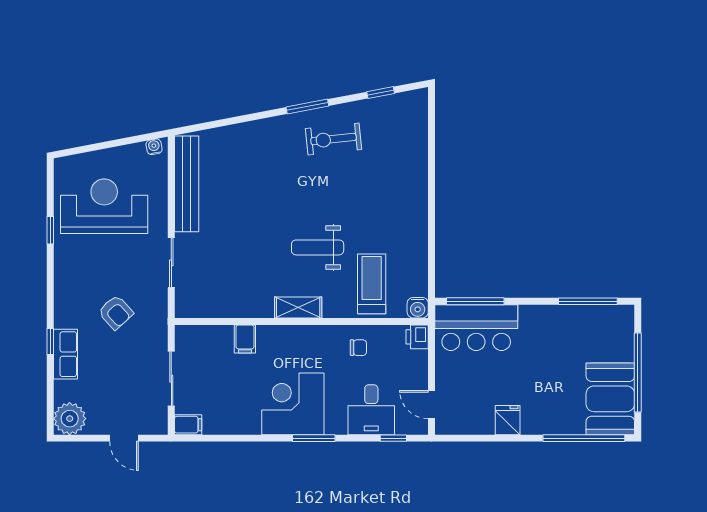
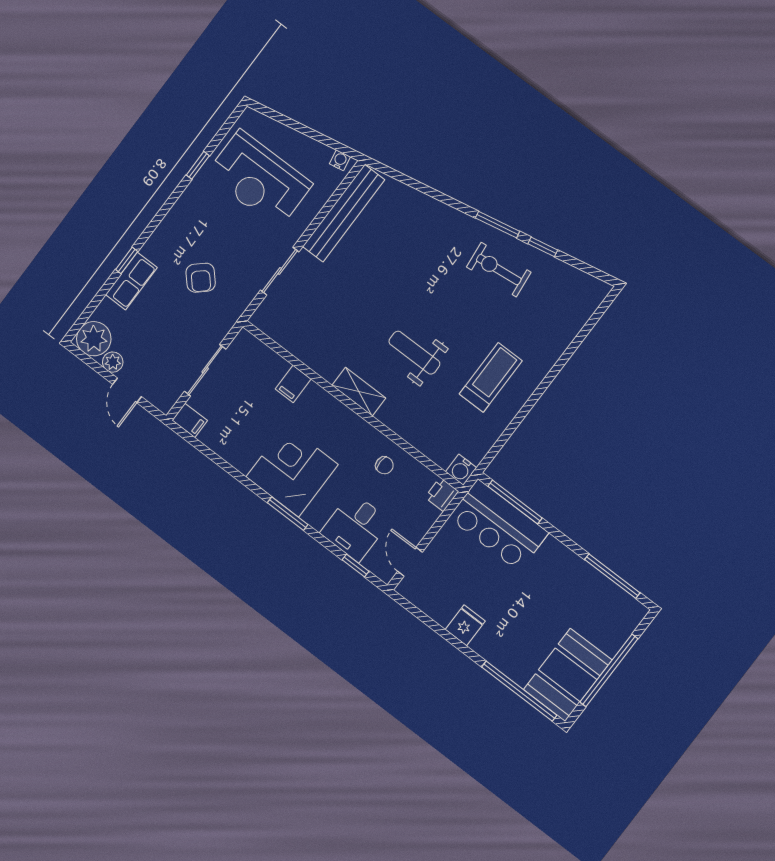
window: (381, 93) -> (543, 247), moved
reception desk: (104, 206) -> (259, 179), turned 180
treadmill: (372, 284) -> (491, 377), moved
plant: (97, 425) -> (113, 362), added

